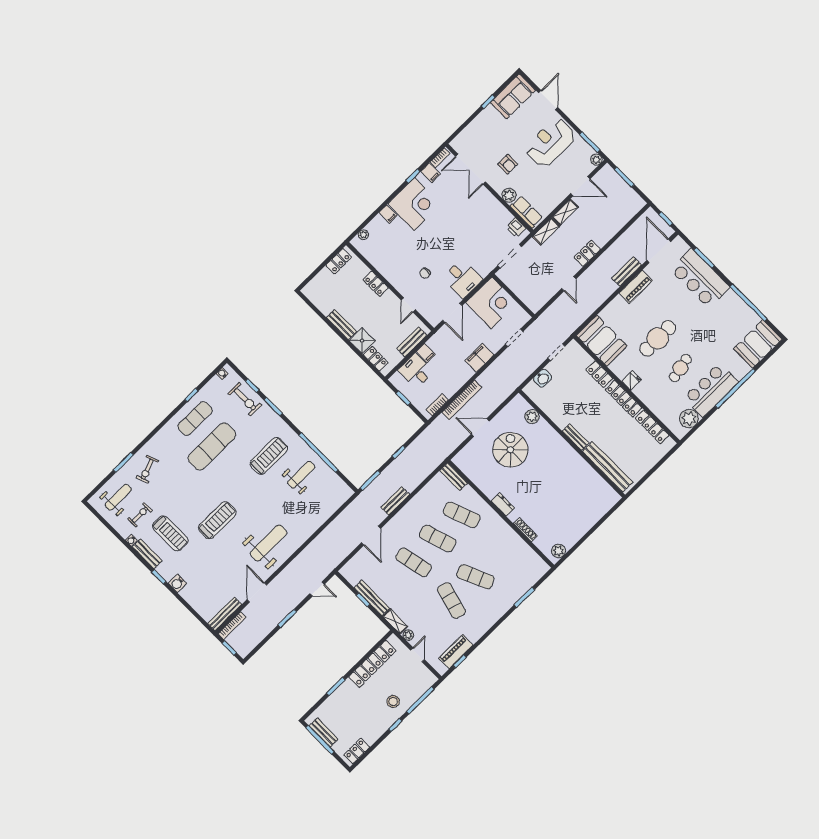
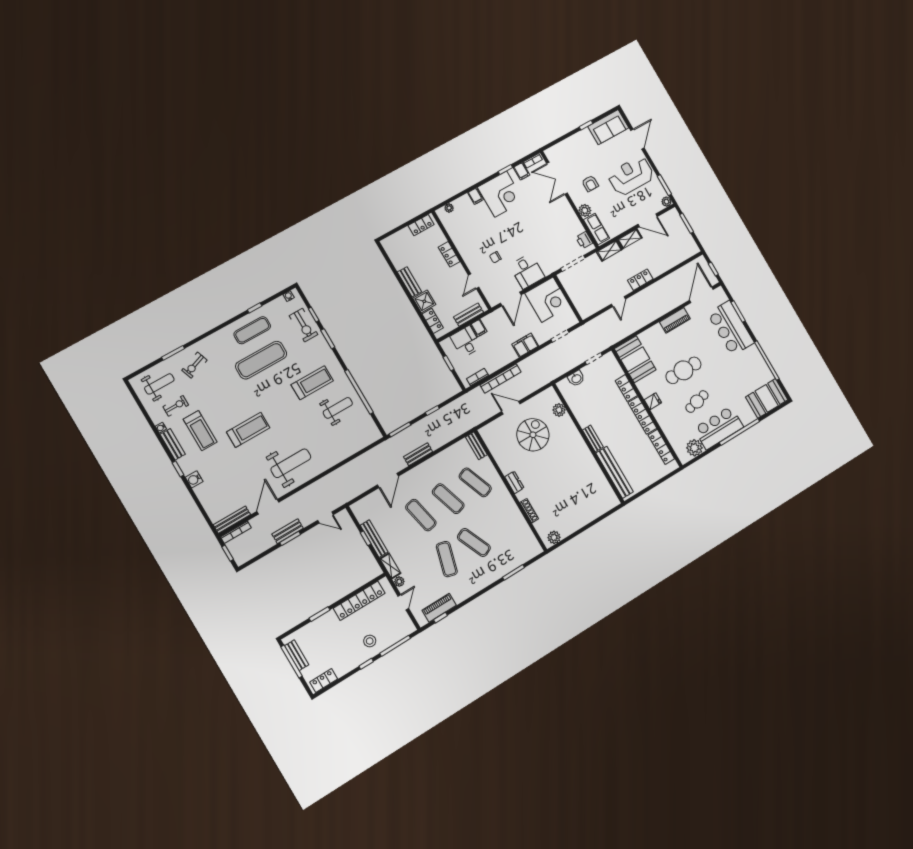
bench: (627, 271) -> (288, 531), moved

